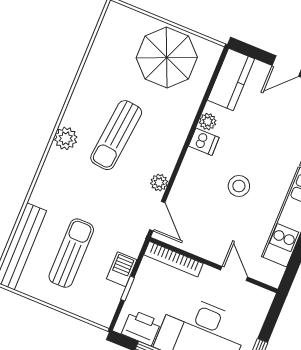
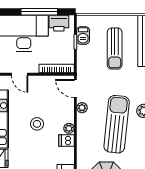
plant: (208, 122) -> (69, 128), moved
sun lounger: (116, 135) -> (117, 124), width x1.36, depth x1.34
barbecue: (122, 269) -> (83, 35), moved

